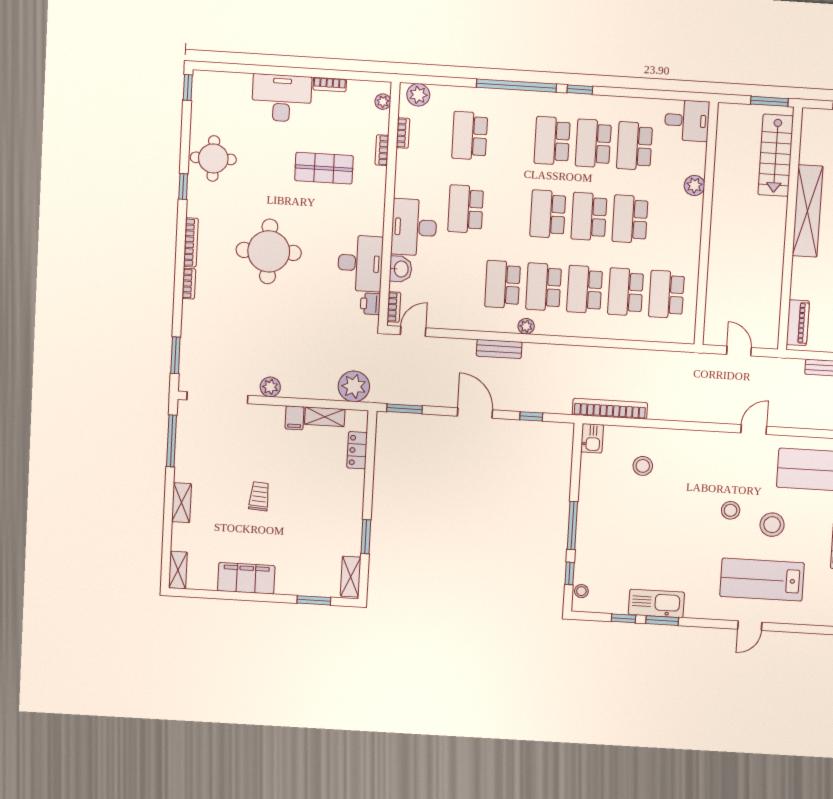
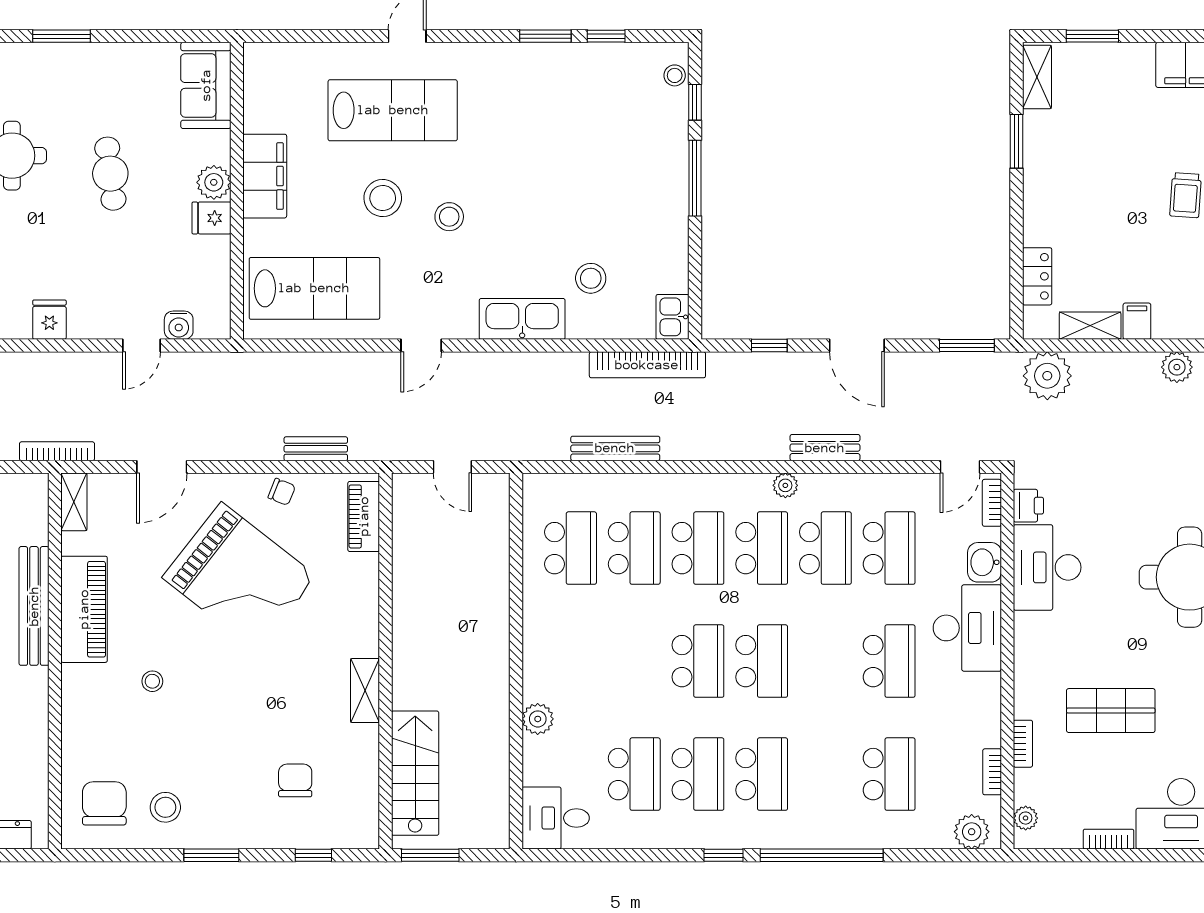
shelving: (808, 211) -> (365, 691), width x0.45, depth x0.75
school desk: (630, 219) -> (889, 548), moved
bench: (634, 357) -> (615, 448), added
kitchen sink: (656, 603) -> (522, 319), moved, turned 180

